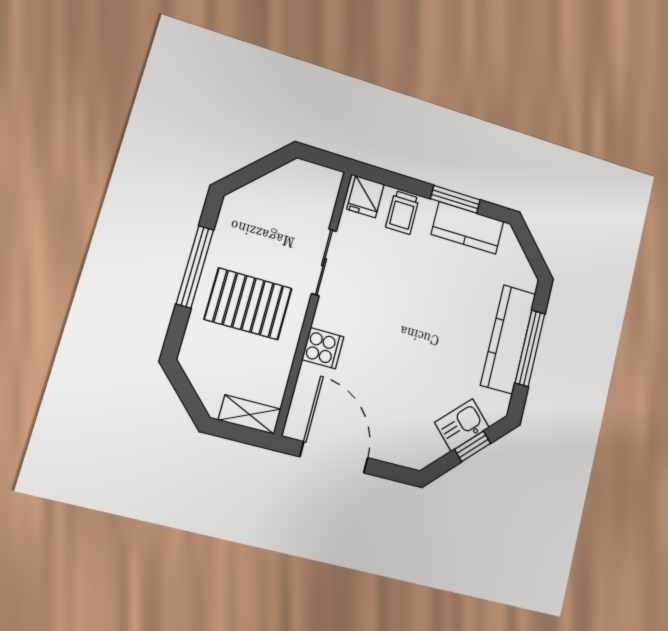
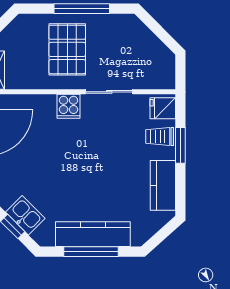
window: (455, 199) -> (180, 145), moved
cooker: (323, 348) -> (68, 106), moved

